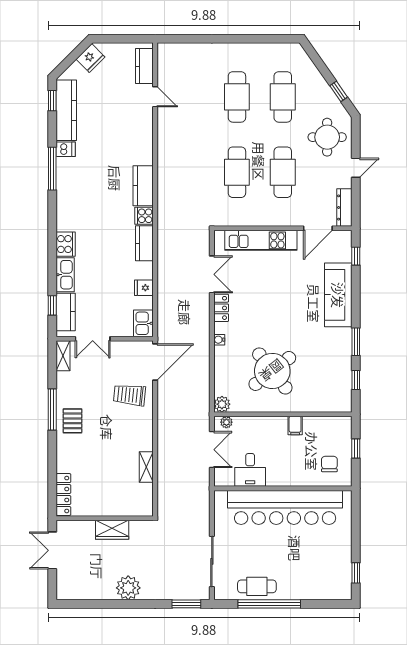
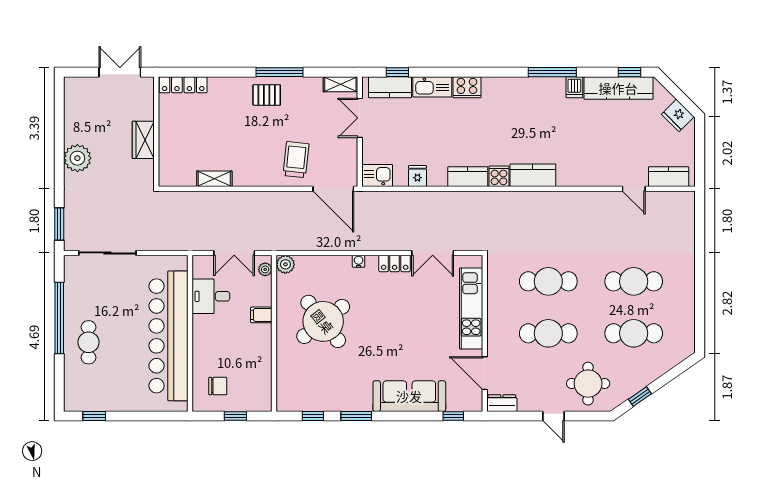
door: (155, 97) -> (634, 189), hinge flipped
dresser: (344, 208) -> (502, 403), width x0.70
filing cabinet: (295, 426) -> (261, 315), moved
cafe table: (257, 586) -> (89, 342), moved

